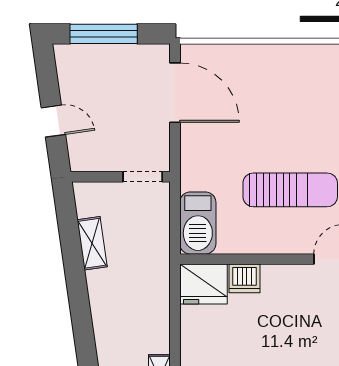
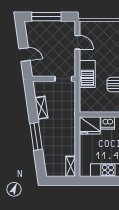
door: (175, 93) -> (77, 42), width x0.53
barbecue: (198, 223) -> (87, 74), moved
window: (80, 309) -> (36, 136), added

